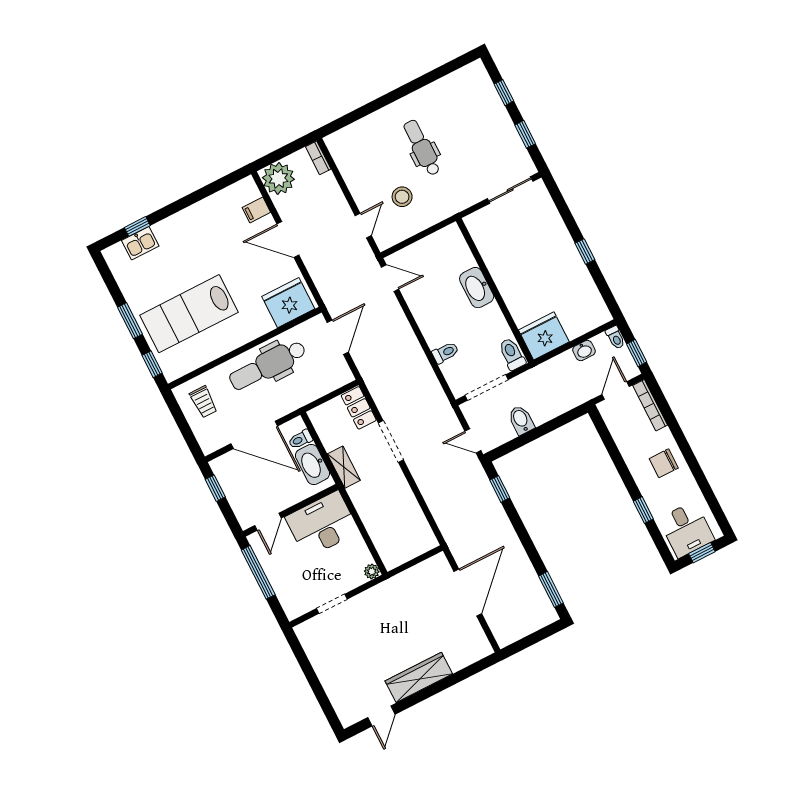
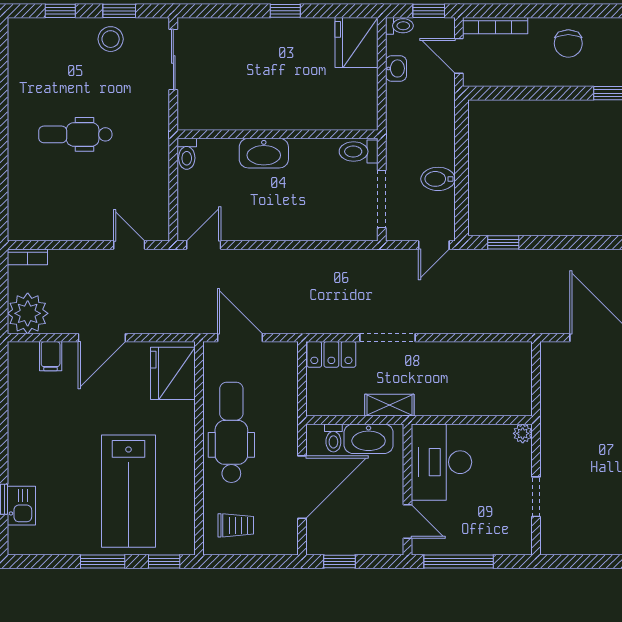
stool: (402, 197) -> (111, 39), moved
fridge: (544, 336) -> (356, 42), moved
toilet: (445, 353) -> (187, 154), moved, turned 180
dental chair: (268, 365) -> (231, 432), turned 180

